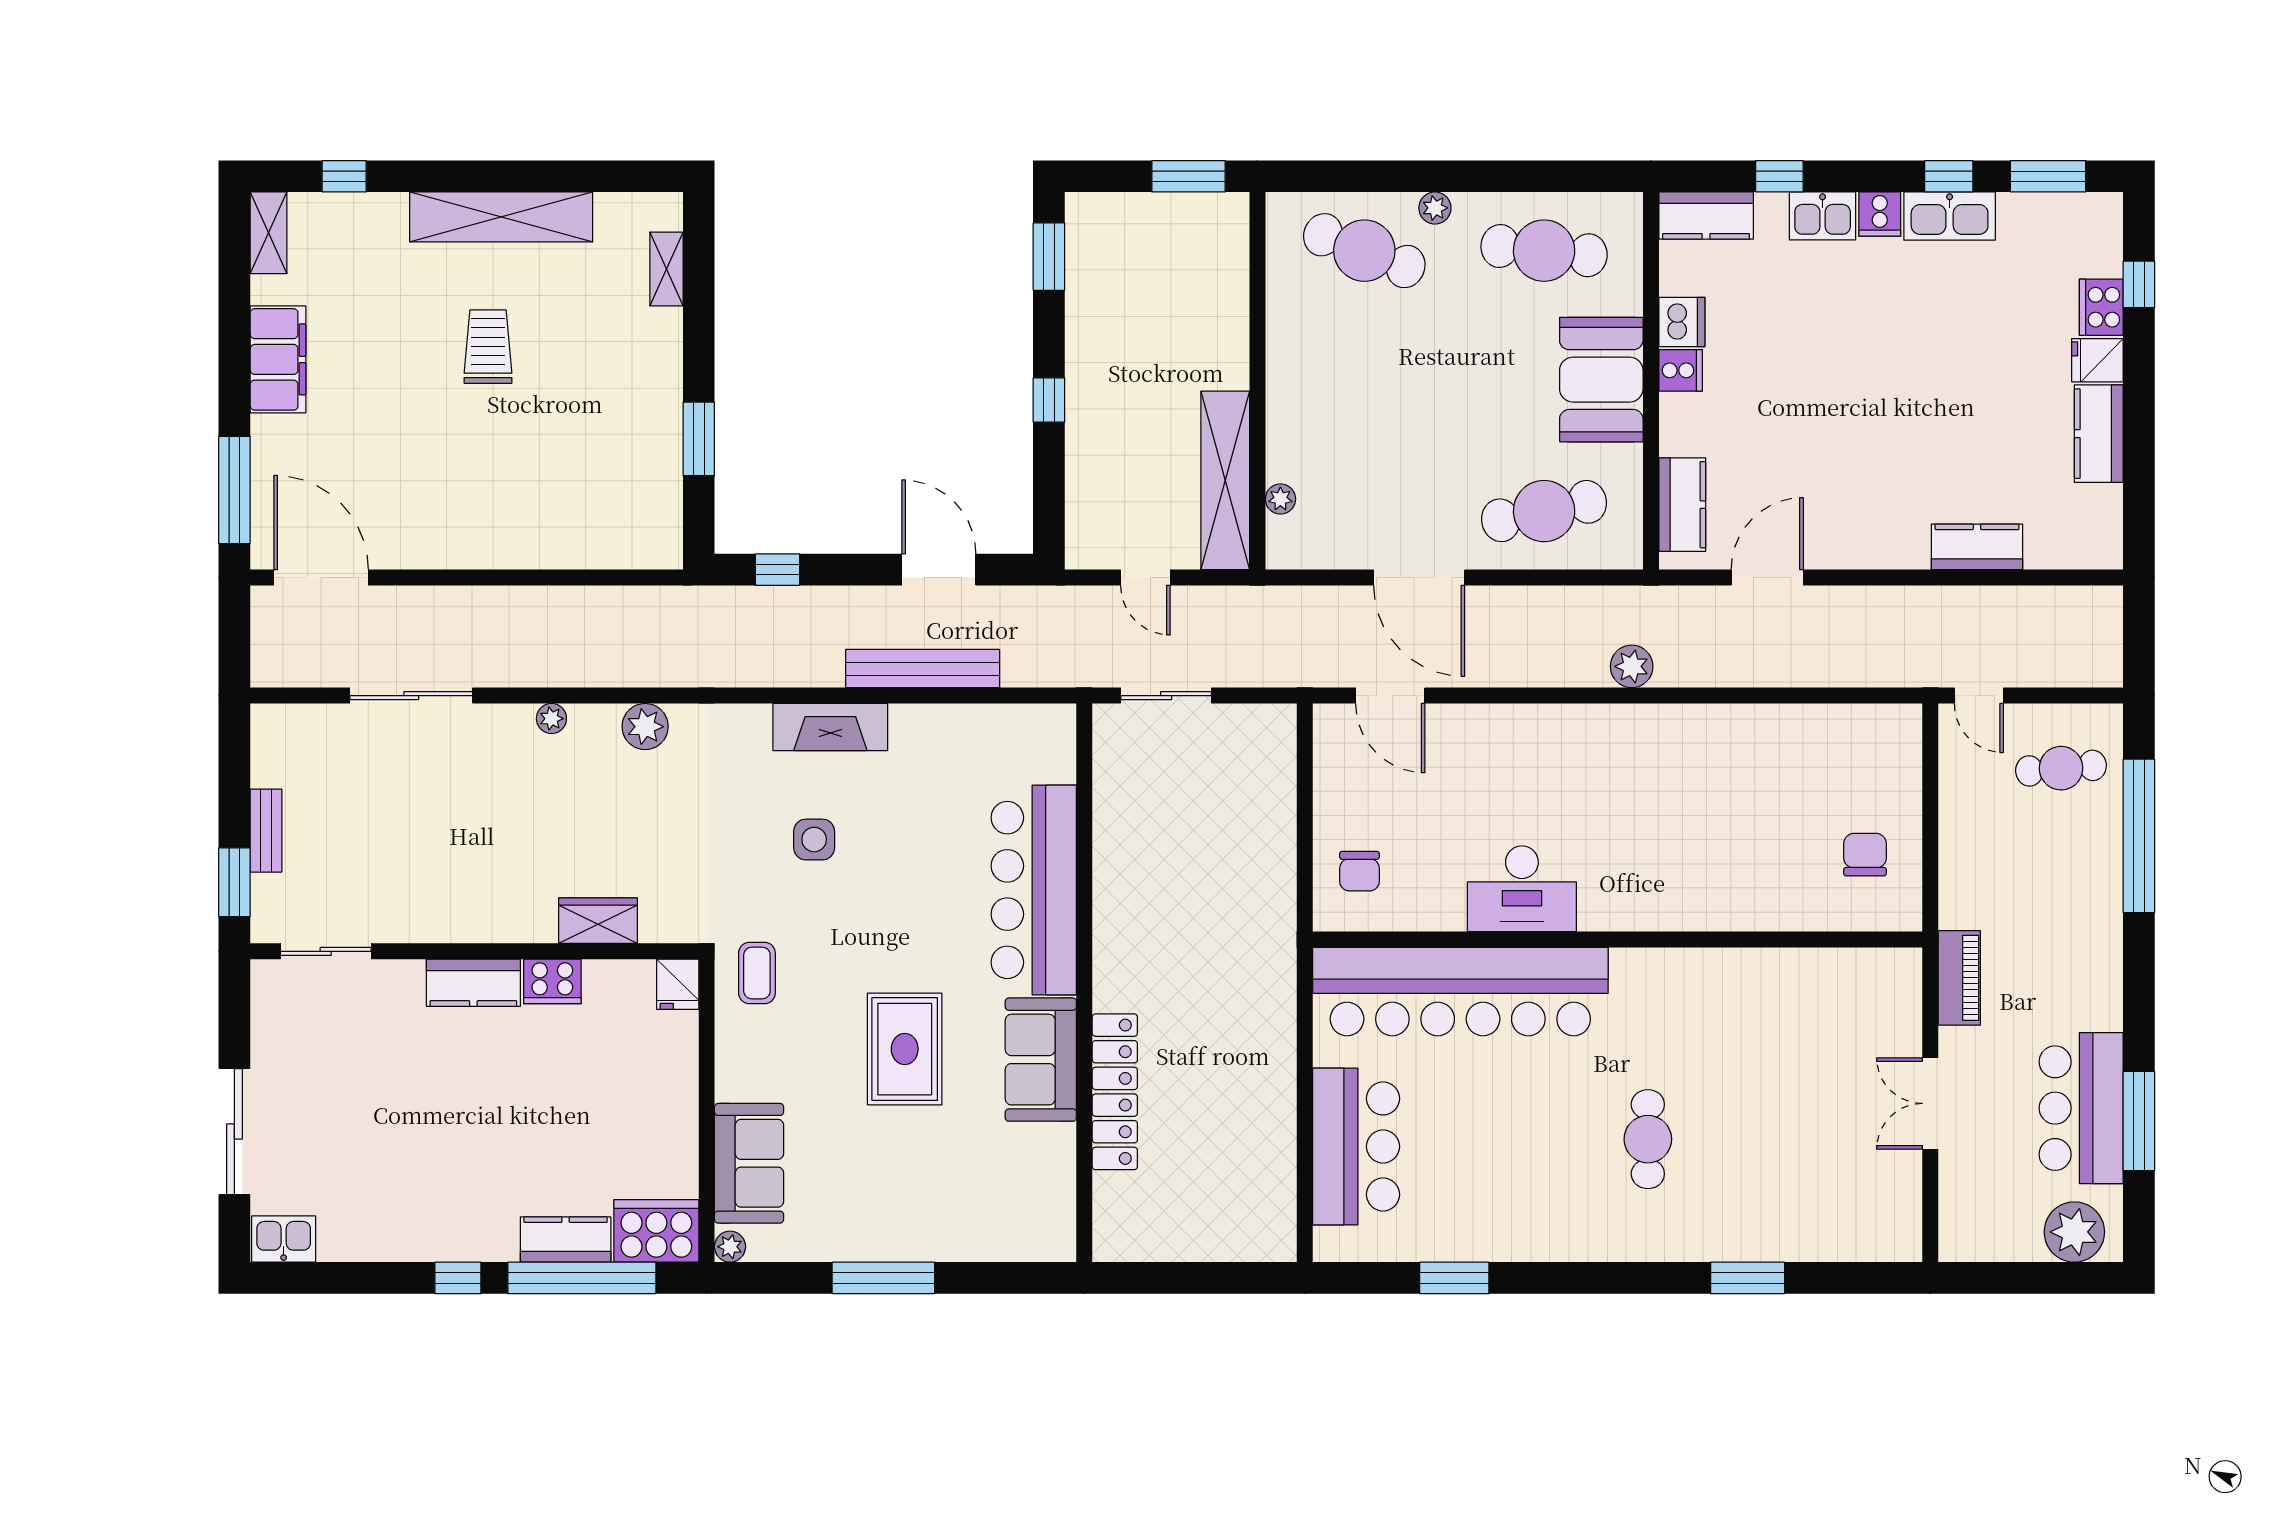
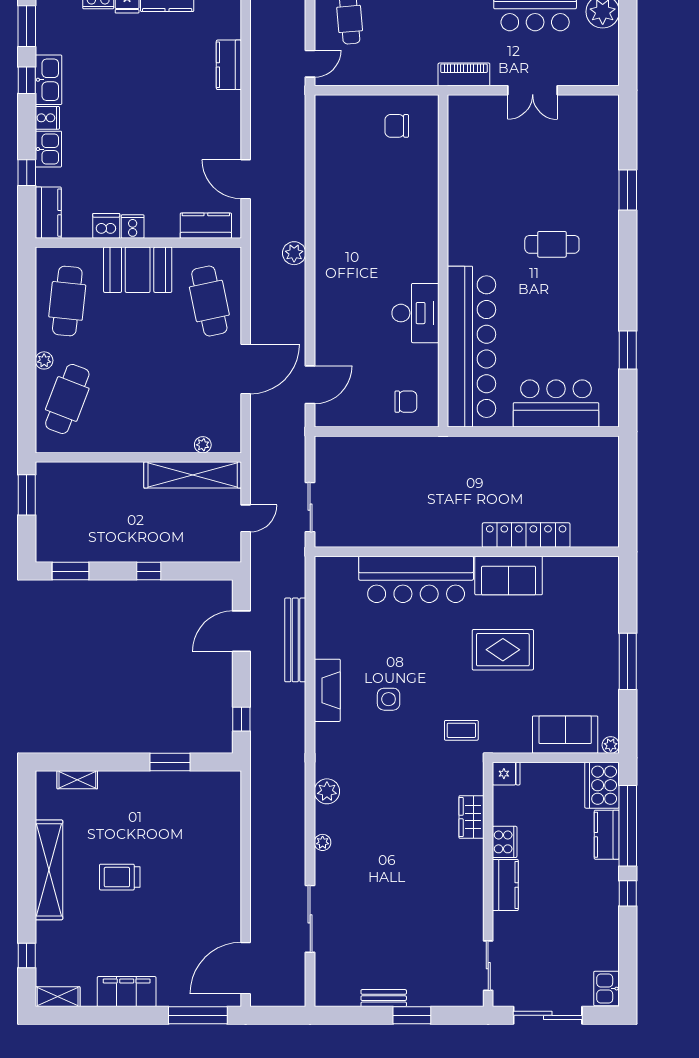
wardrobe: (598, 921) -> (471, 817), moved
sliding door: (326, 951) -> (488, 966), moved
wall: (474, 951) -> (488, 884), moved
cooker: (552, 981) -> (505, 842), moved
kitchen counter: (473, 983) -> (505, 885), moved
fridge: (678, 984) -> (506, 774), moved

